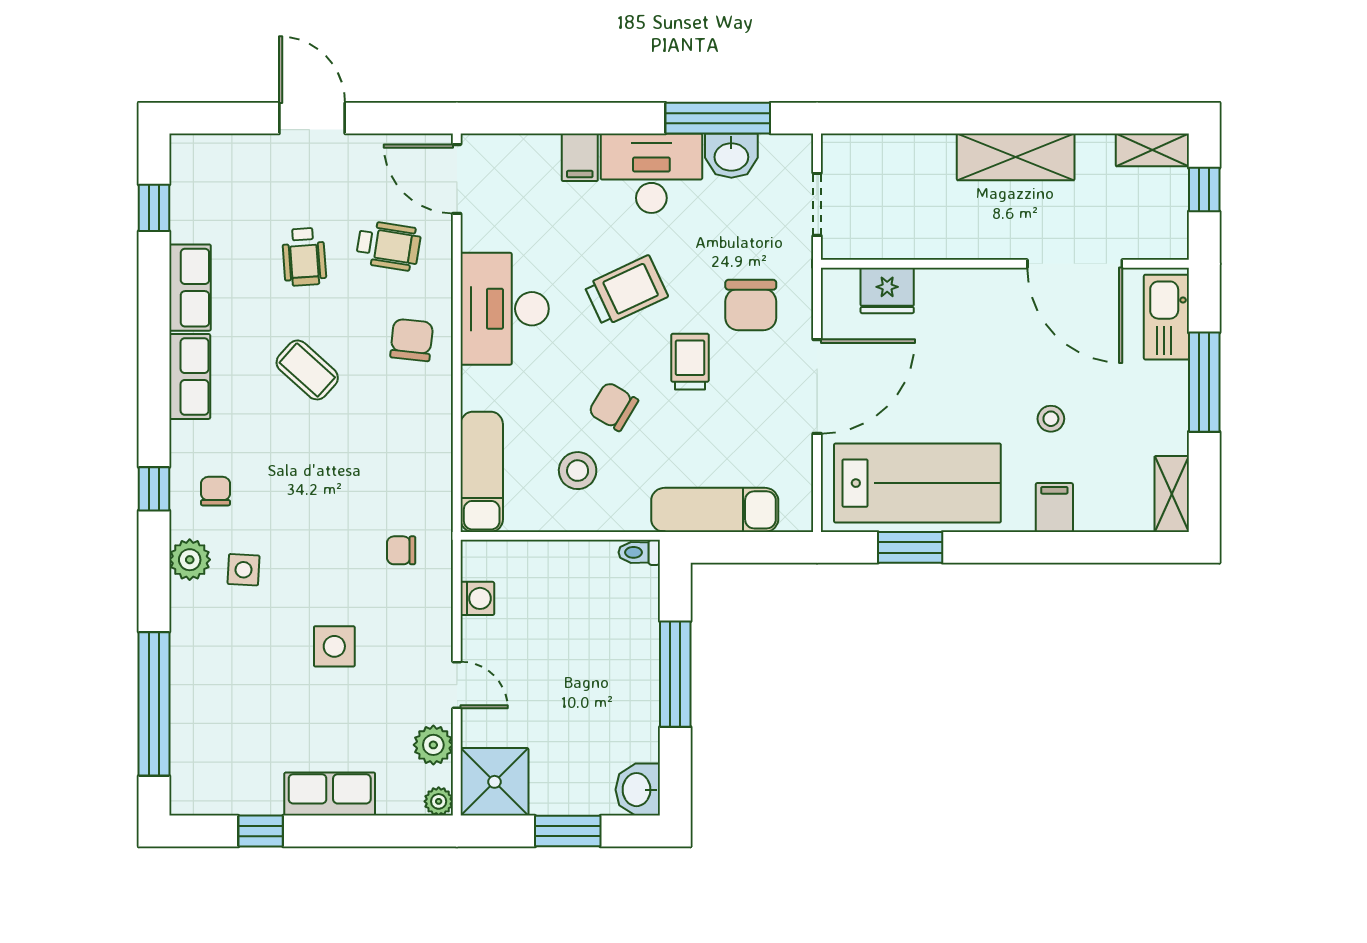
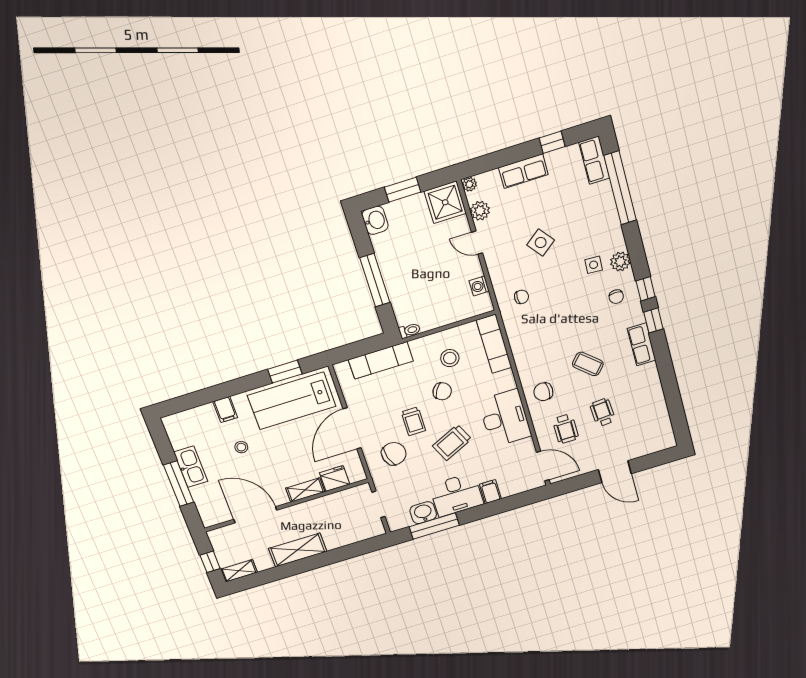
window: (154, 208) -> (653, 320), moved
wheelchair: (388, 246) -> (565, 429), turned -99
row of seats: (190, 288) -> (594, 160), moved
chair: (751, 305) -> (394, 454), turned 74
kitchen sink: (1166, 317) -> (191, 467), moved
chair: (412, 340) -> (543, 392), turned 84
shelving: (1172, 494) -> (305, 490), moved, turned 90
side table: (334, 646) -> (541, 243), turned -38

